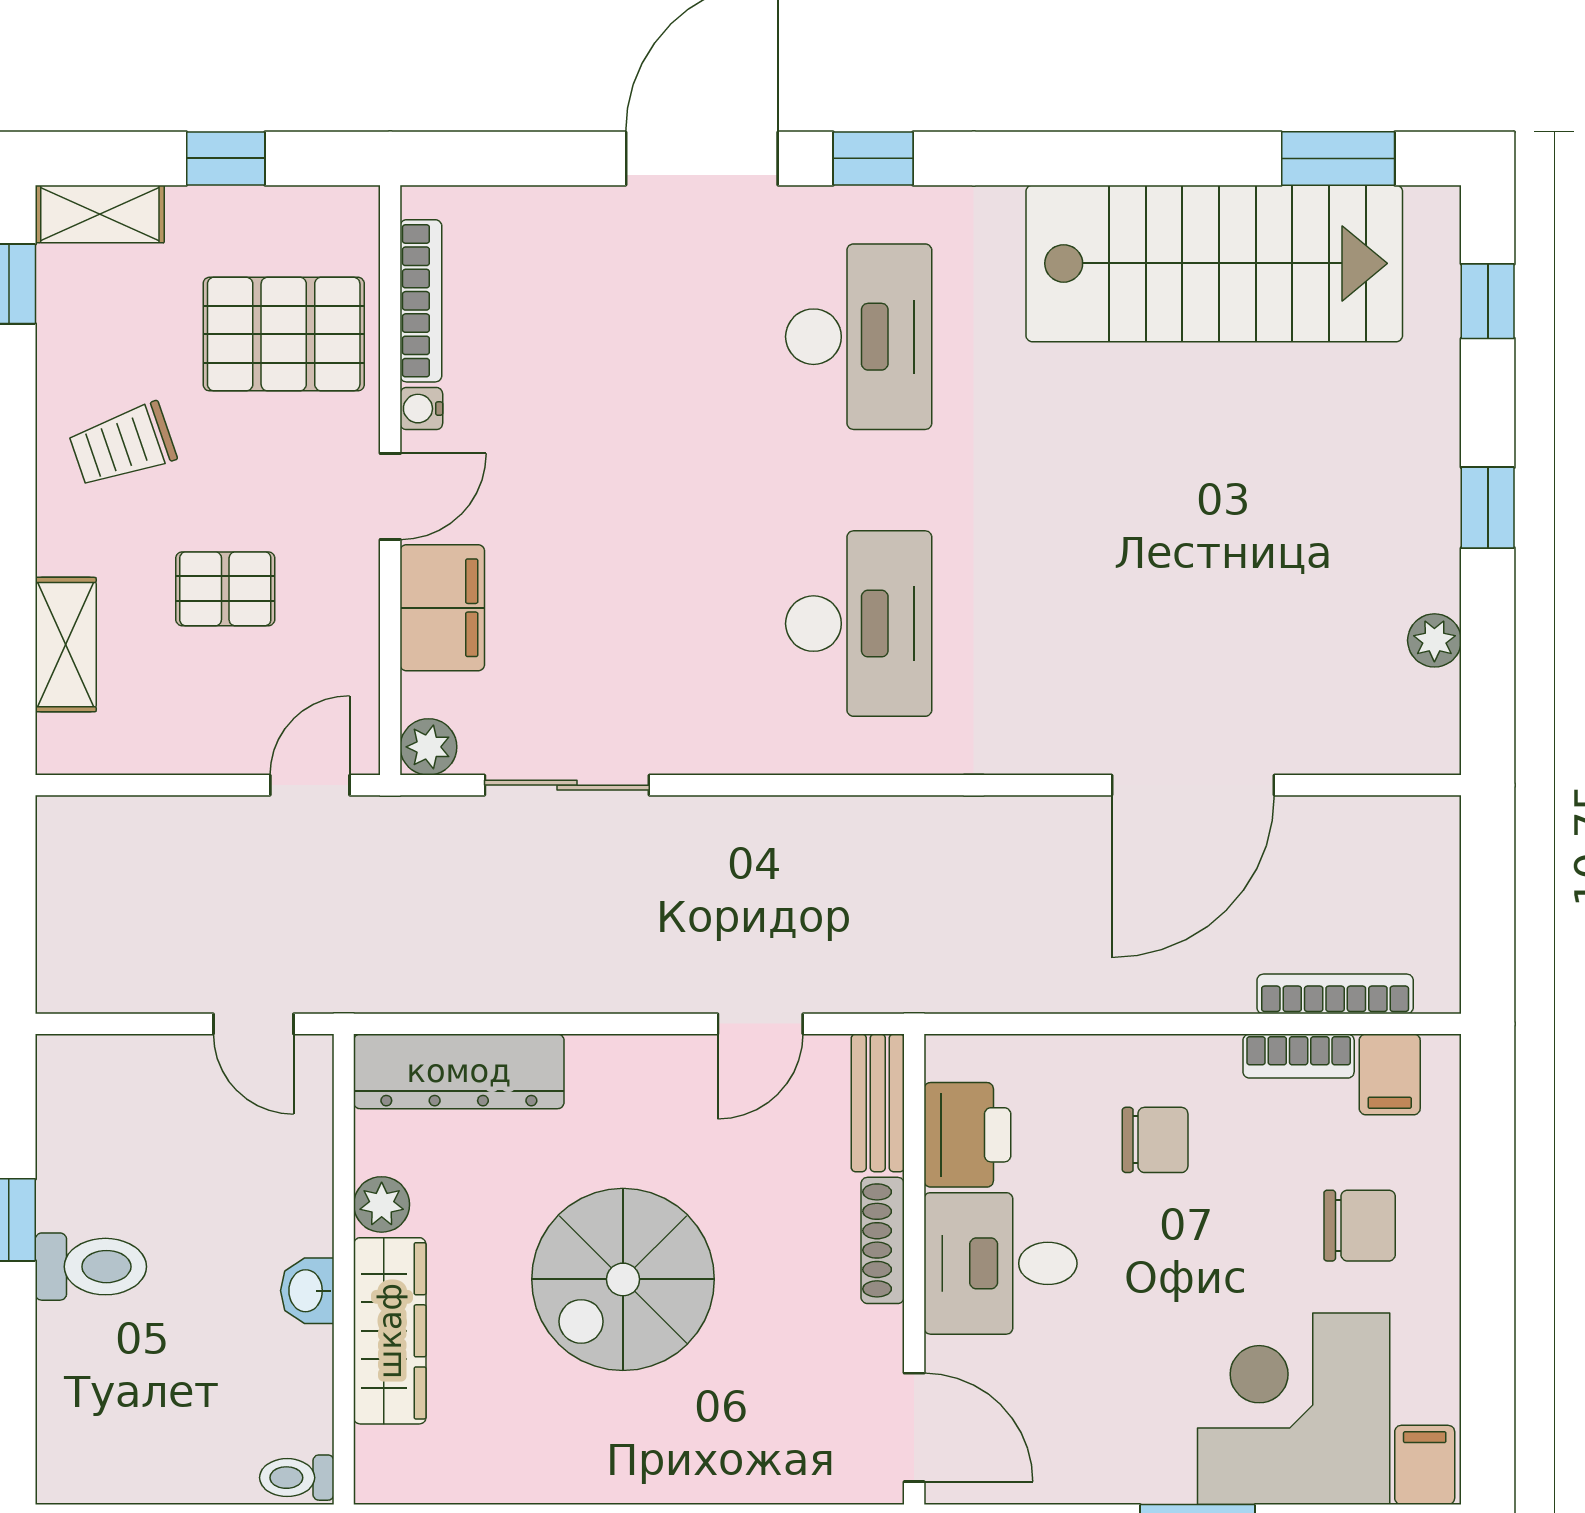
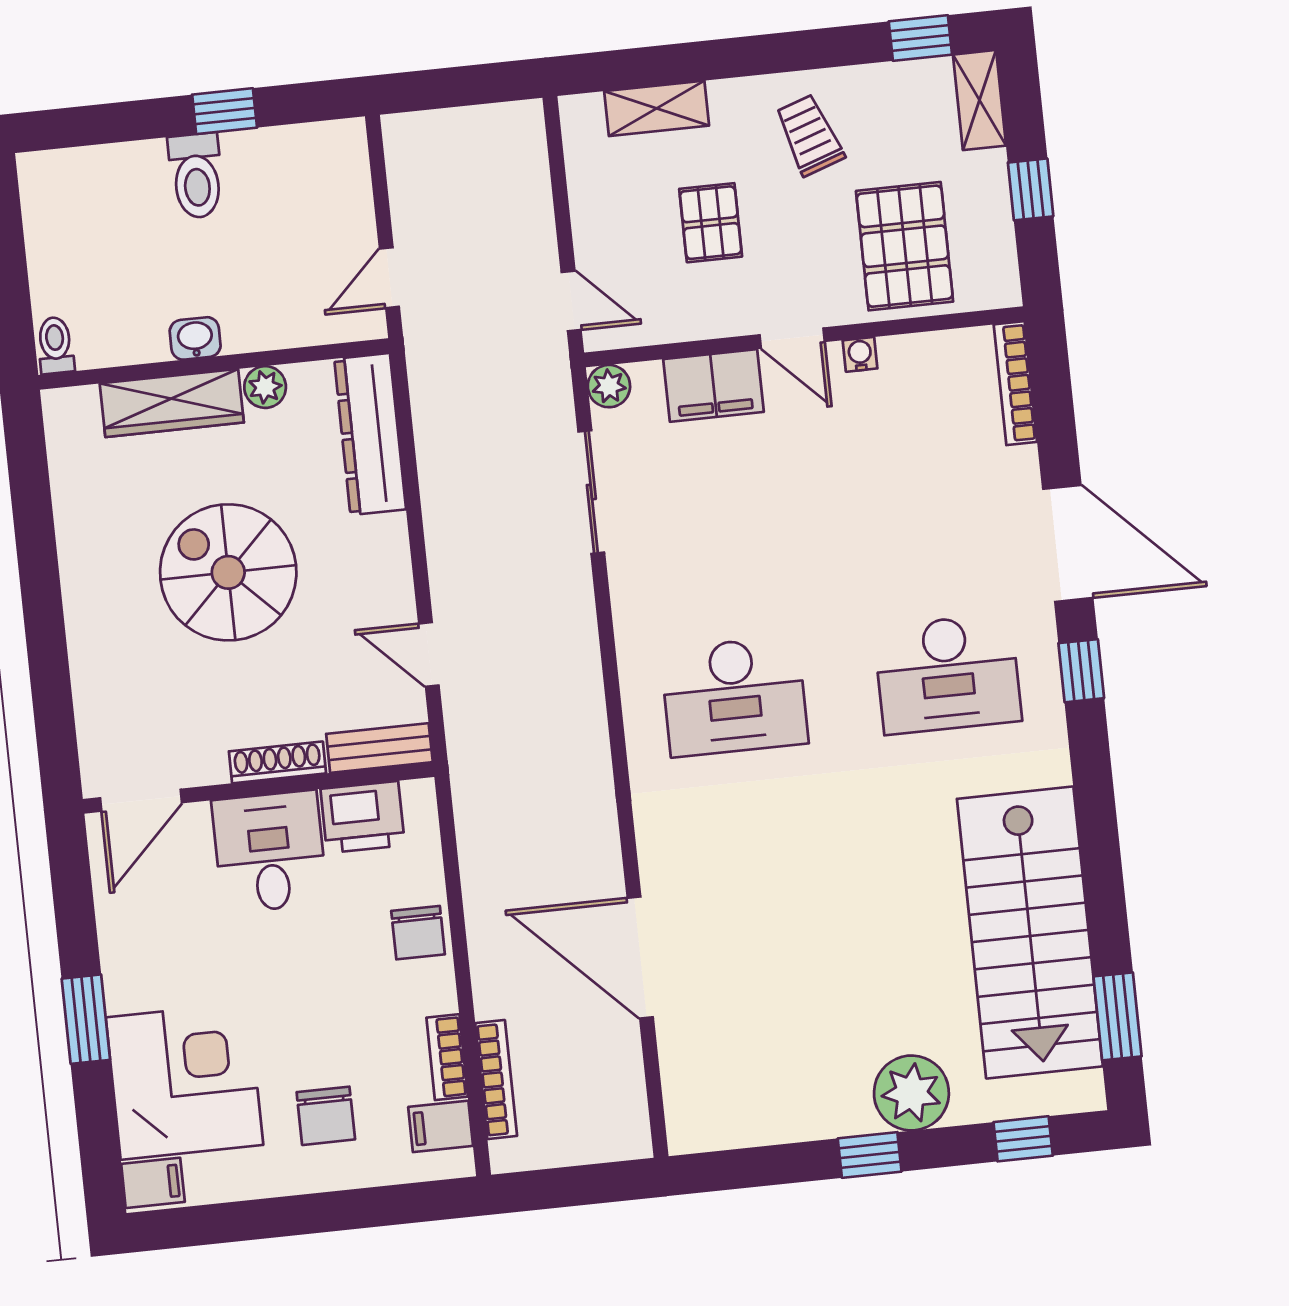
bookcase: (421, 301) -> (1015, 383), moved, turned 90
plant: (1434, 640) -> (911, 1093), moved, width x1.88, depth x1.88
chair: (1155, 1140) -> (418, 933), moved

